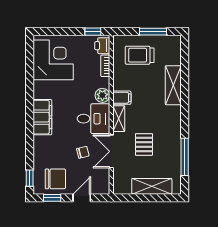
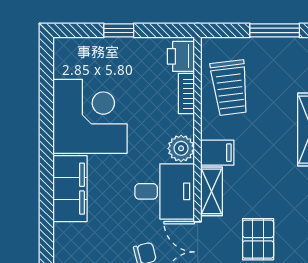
window: (93, 32) -> (119, 30), moved
trolley: (140, 55) -> (230, 88), moved, turned -97
corner desk: (53, 60) -> (90, 116), moved

